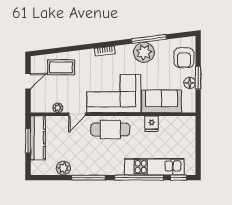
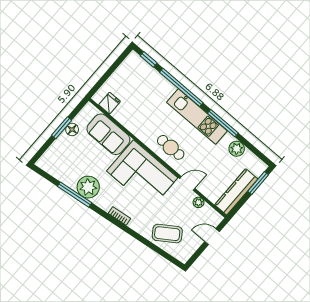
armchair: (184, 58) -> (59, 154), removed
coffee table: (61, 67) -> (167, 234), turned -34
door: (28, 81) -> (212, 237), moved
fridge: (151, 124) -> (110, 103), moved
cafe table: (110, 129) -> (171, 147), width x0.73, depth x0.74
window: (28, 141) -> (258, 183), moved
kitchen unit: (154, 167) -> (197, 117), moved

